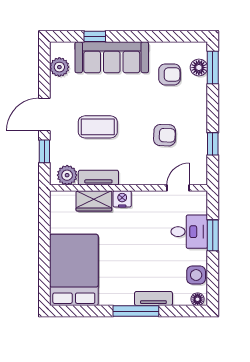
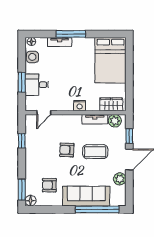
window: (95, 36) -> (97, 209), width x3.17
plant: (59, 67) -> (120, 179), moved
floor lamp: (199, 68) -> (31, 201), moved
armchair: (165, 135) -> (67, 150), moved
wardrobe: (94, 201) -> (111, 104), moved

